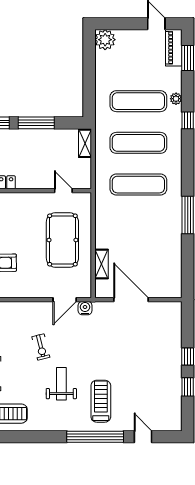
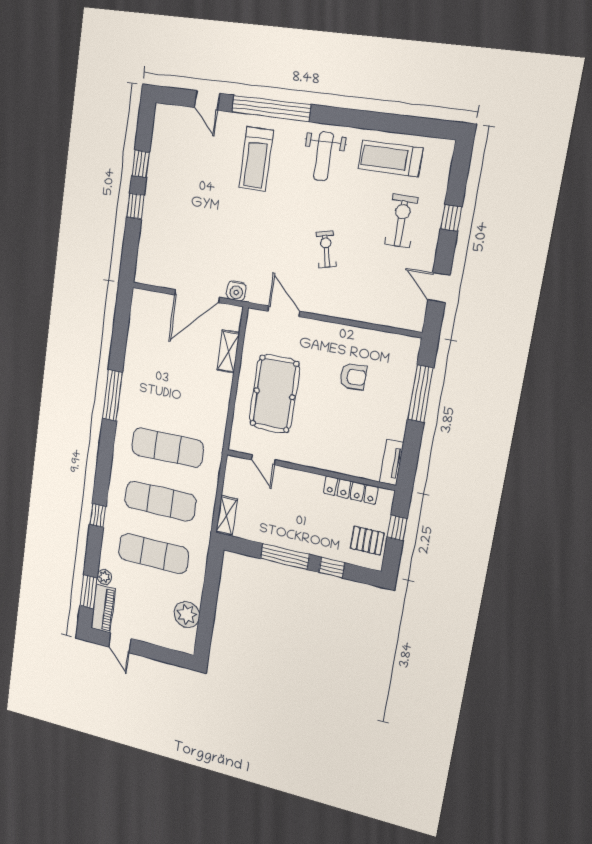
plant: (105, 40) -> (187, 615), moved
plant: (176, 99) -> (104, 577), moved
door: (65, 300) -> (284, 311), hinge flipped
door: (131, 300) -> (197, 296), hinge flipped
water cooler: (85, 308) -> (236, 291), moved
weight bench: (61, 384) -> (324, 156), moved

